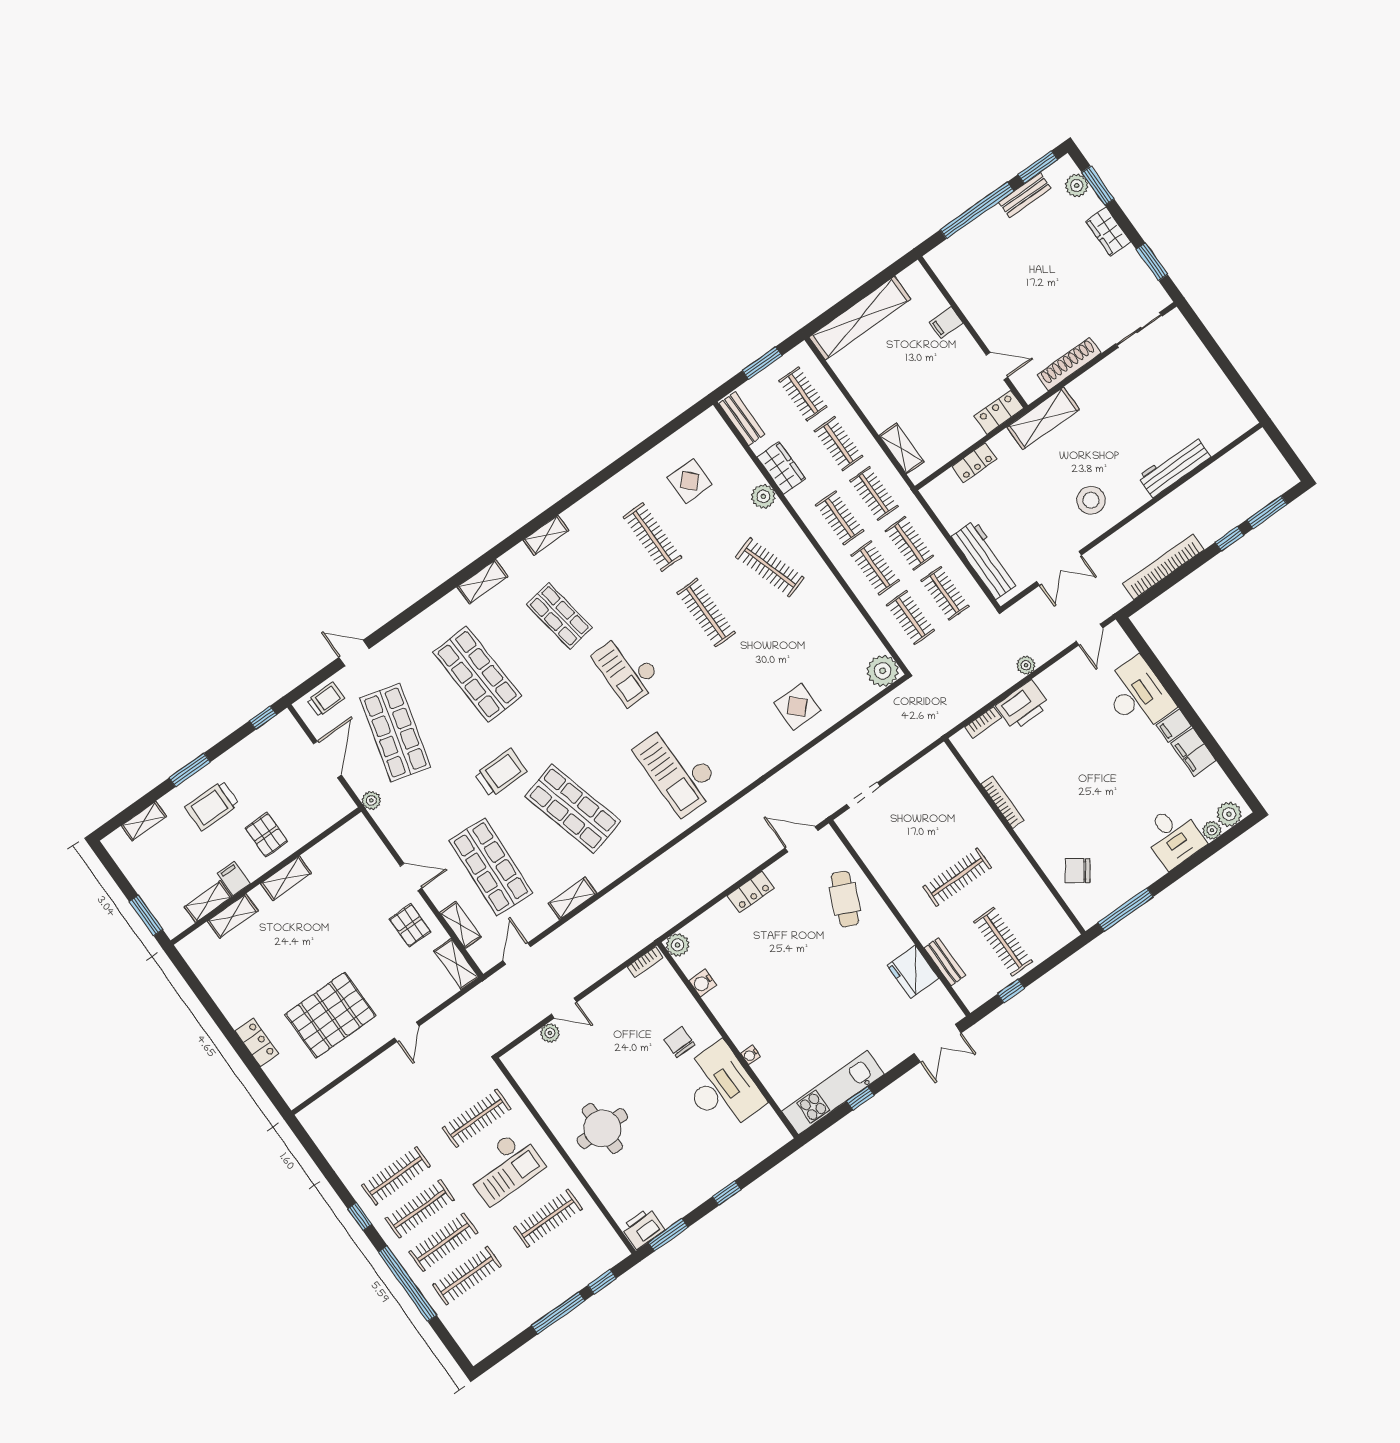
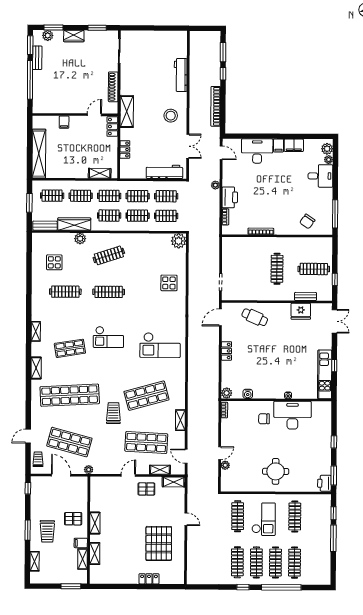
wardrobe: (781, 468) -> (74, 224), width x1.50
shop shelf: (477, 674) -> (70, 395), width x1.40

